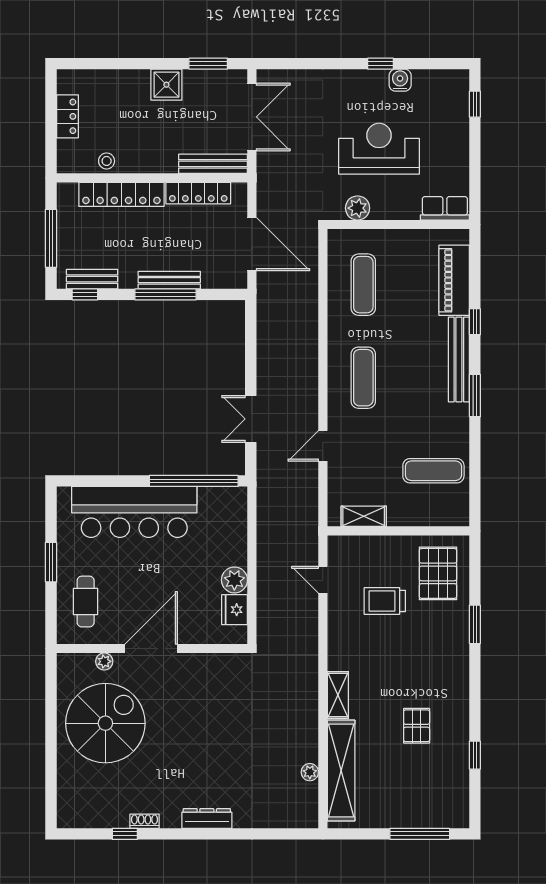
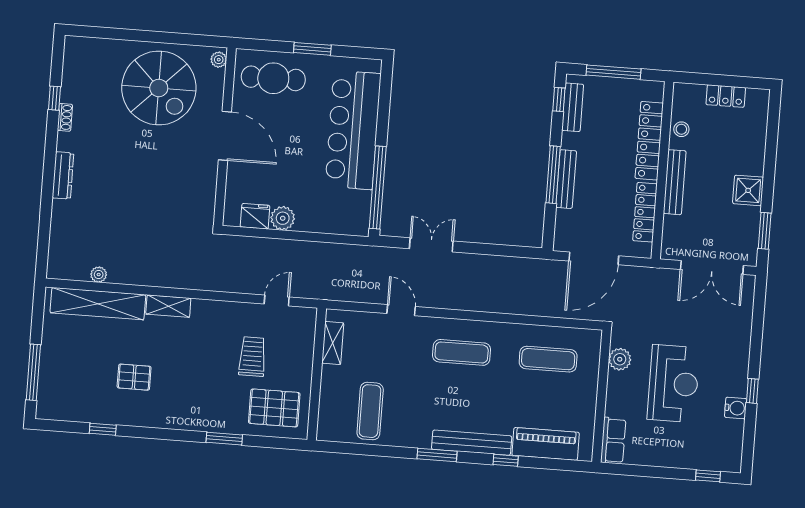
bench: (213, 164) -> (675, 182), moved
cafe table: (86, 602) -> (273, 78), width x1.37, depth x1.35
plant: (104, 661) -> (219, 60), moved

